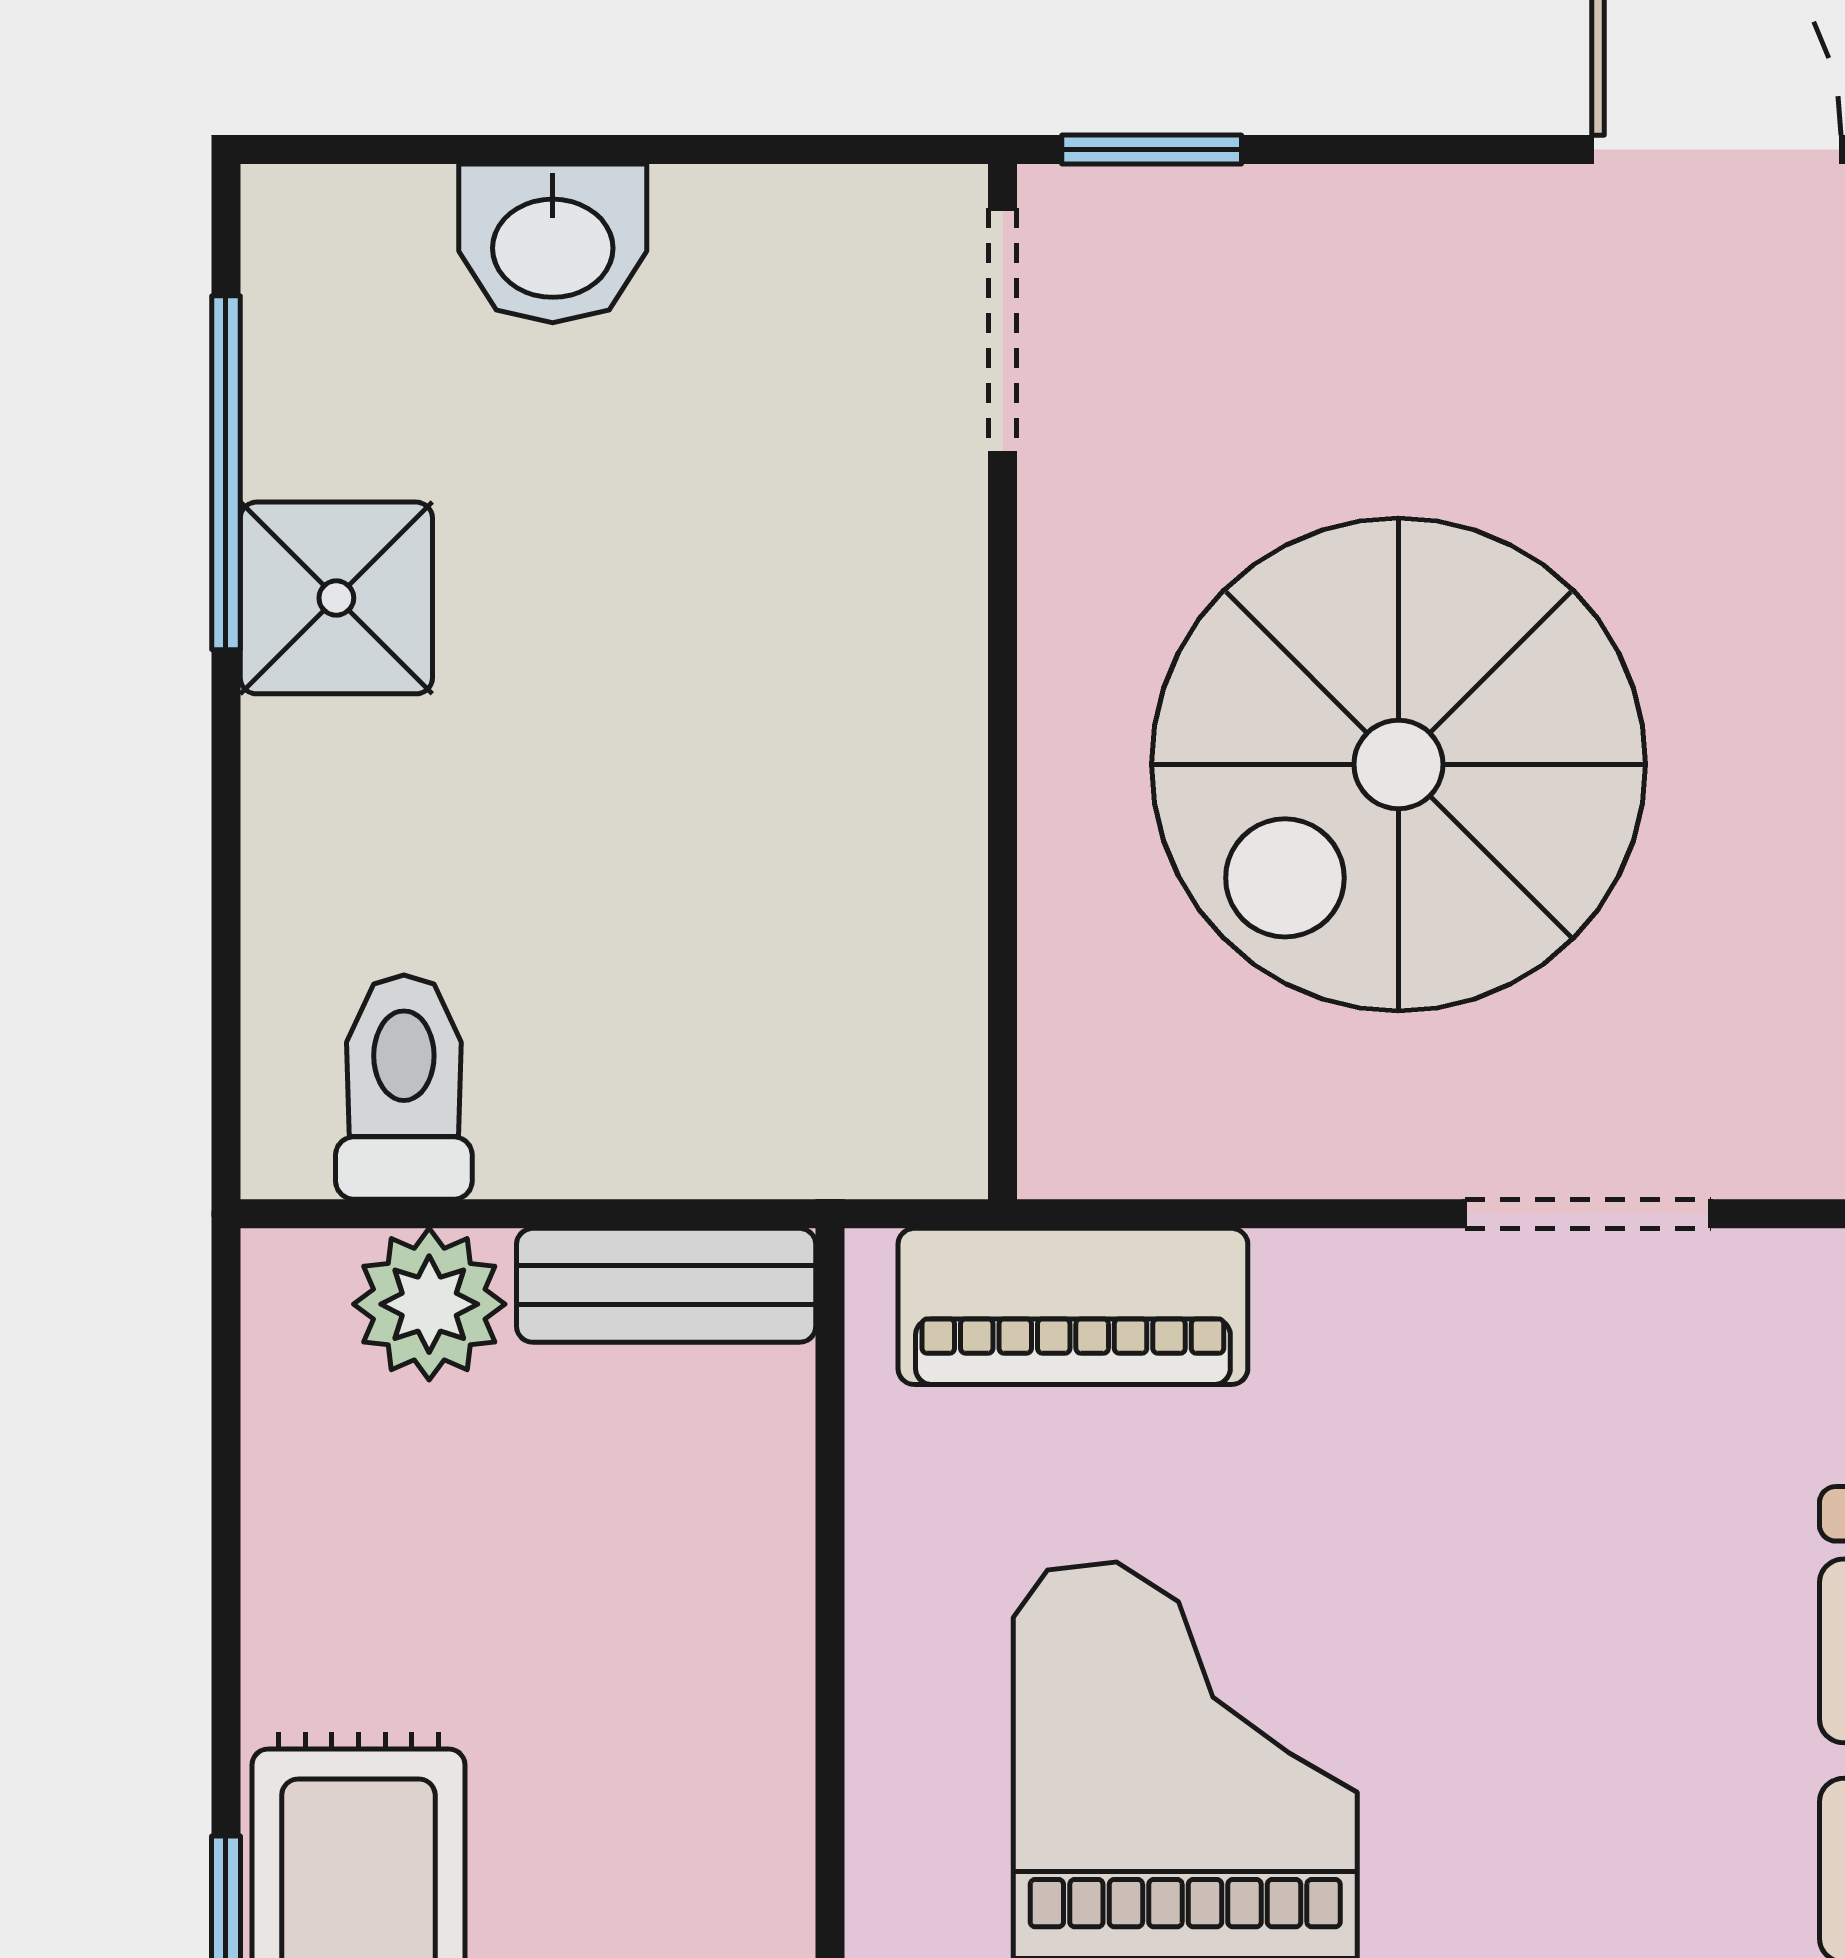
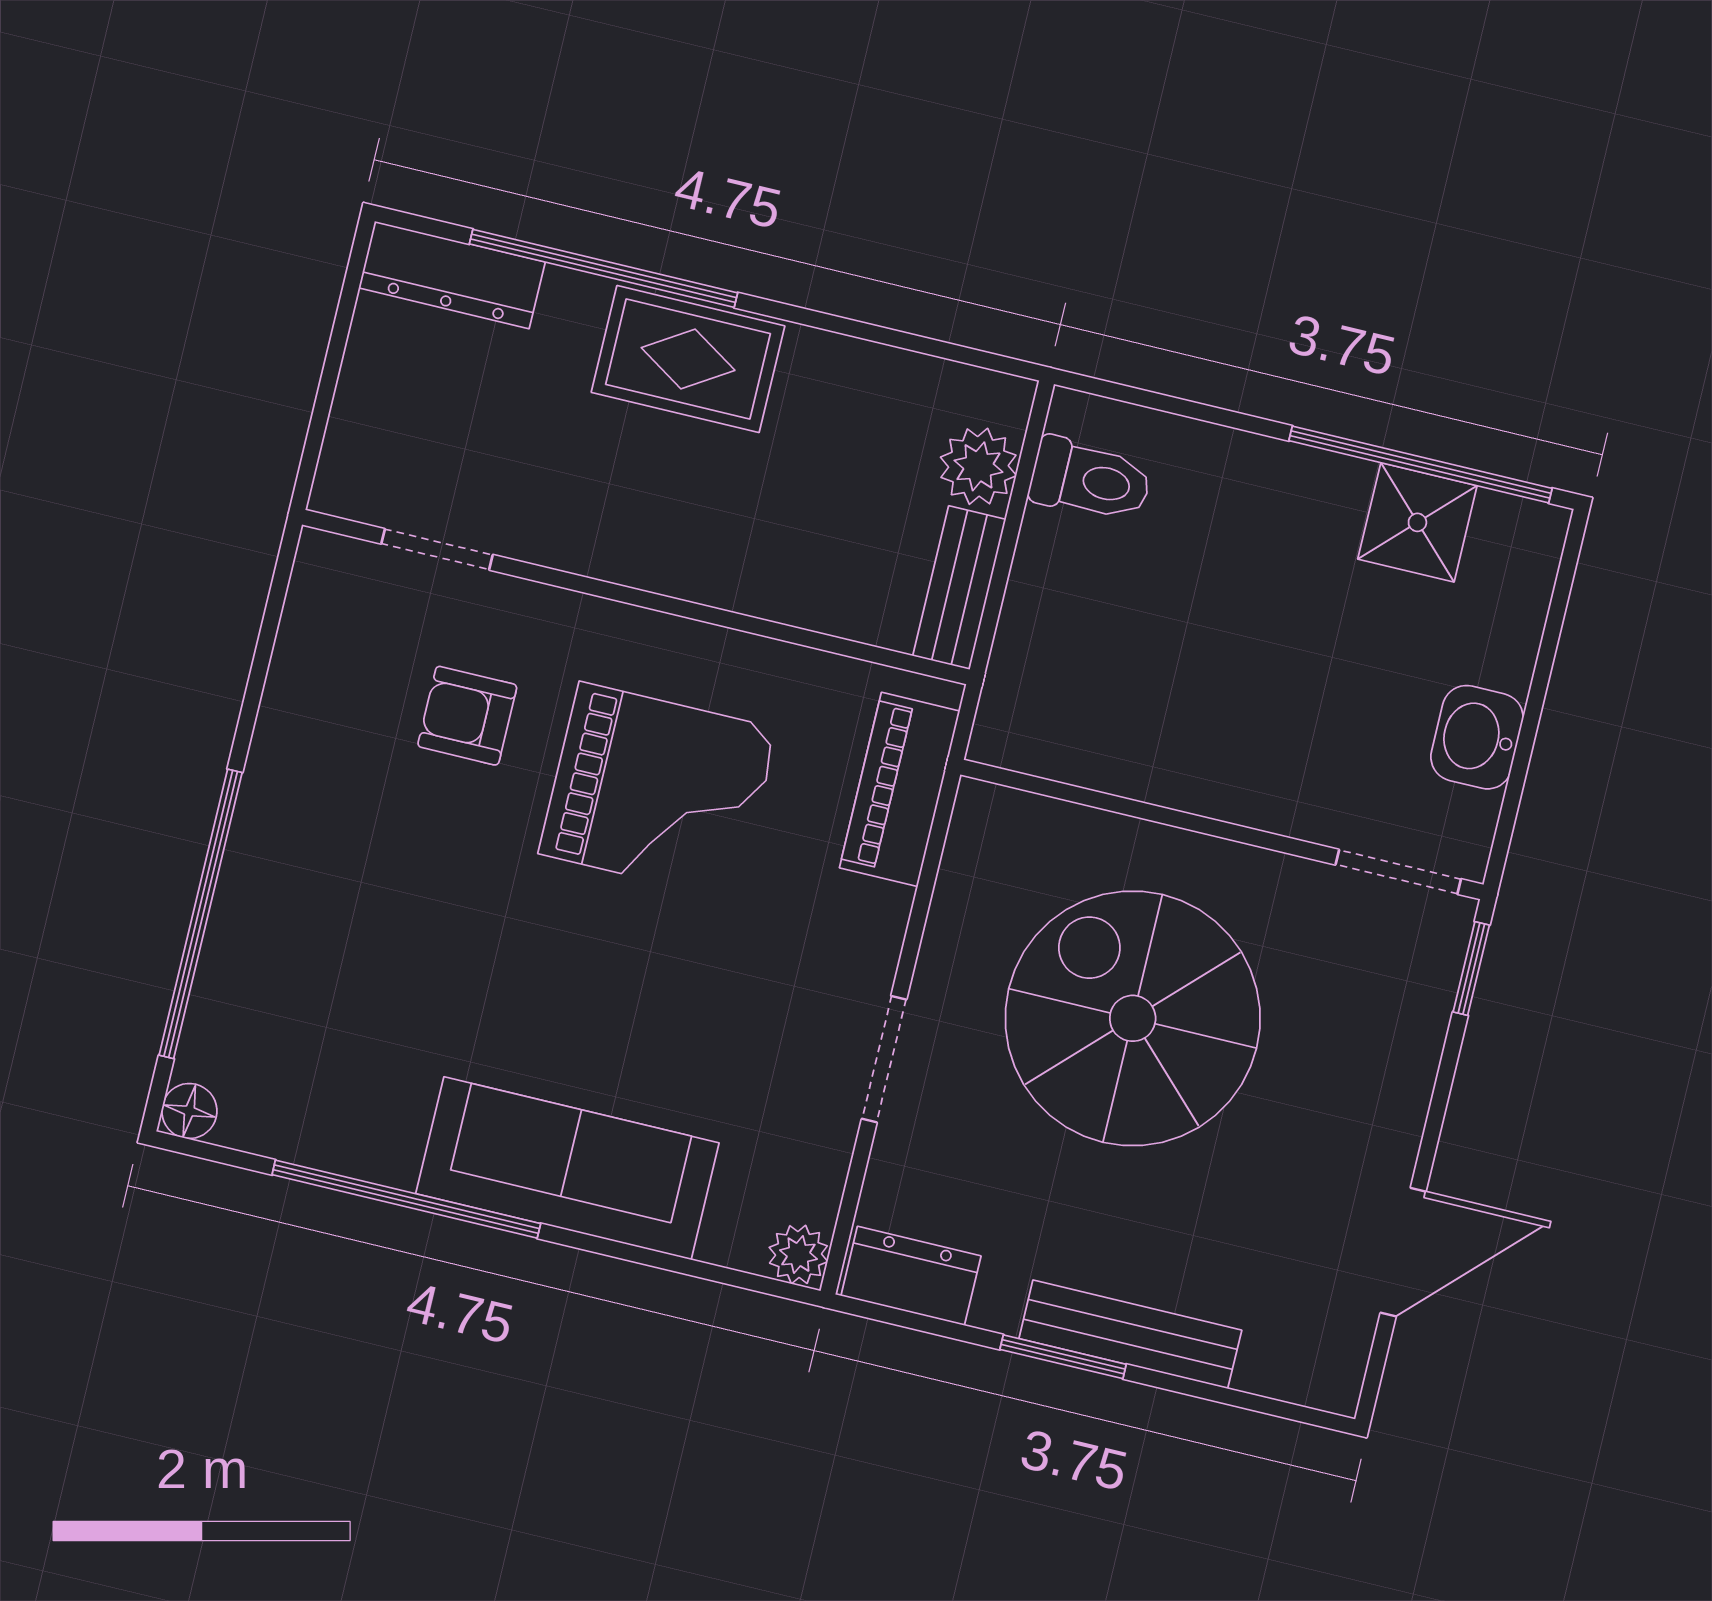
washbasin: (553, 243) -> (1477, 737), moved
window: (226, 473) -> (1421, 464), width x1.46
shower: (336, 598) -> (1417, 522), moved

